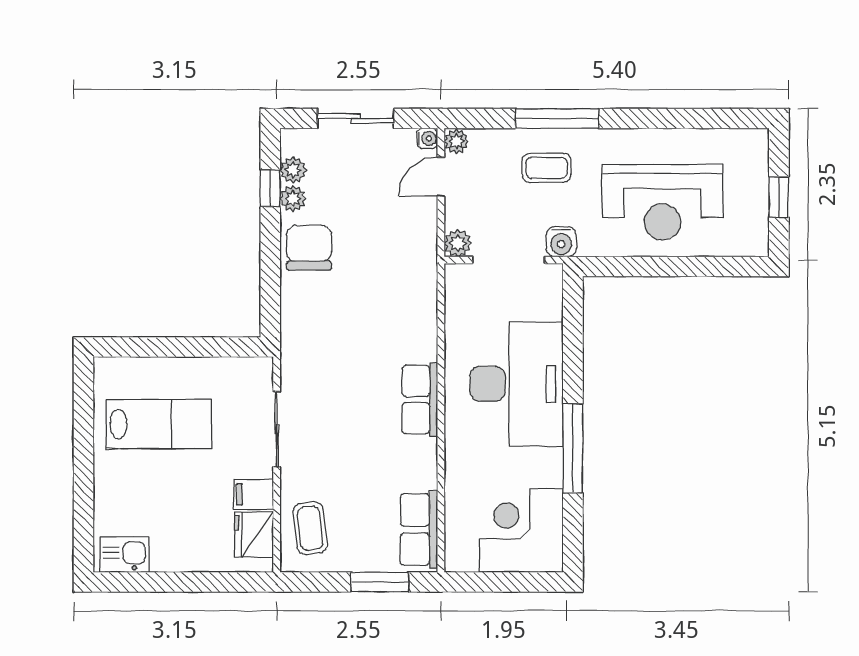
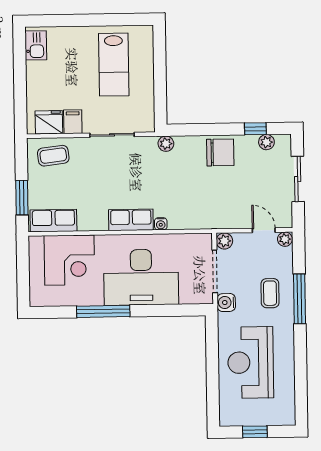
water cooler: (427, 138) -> (161, 224), moved
plant: (293, 198) -> (166, 144), moved
corner desk: (521, 531) -> (69, 260), moved, turned 90

